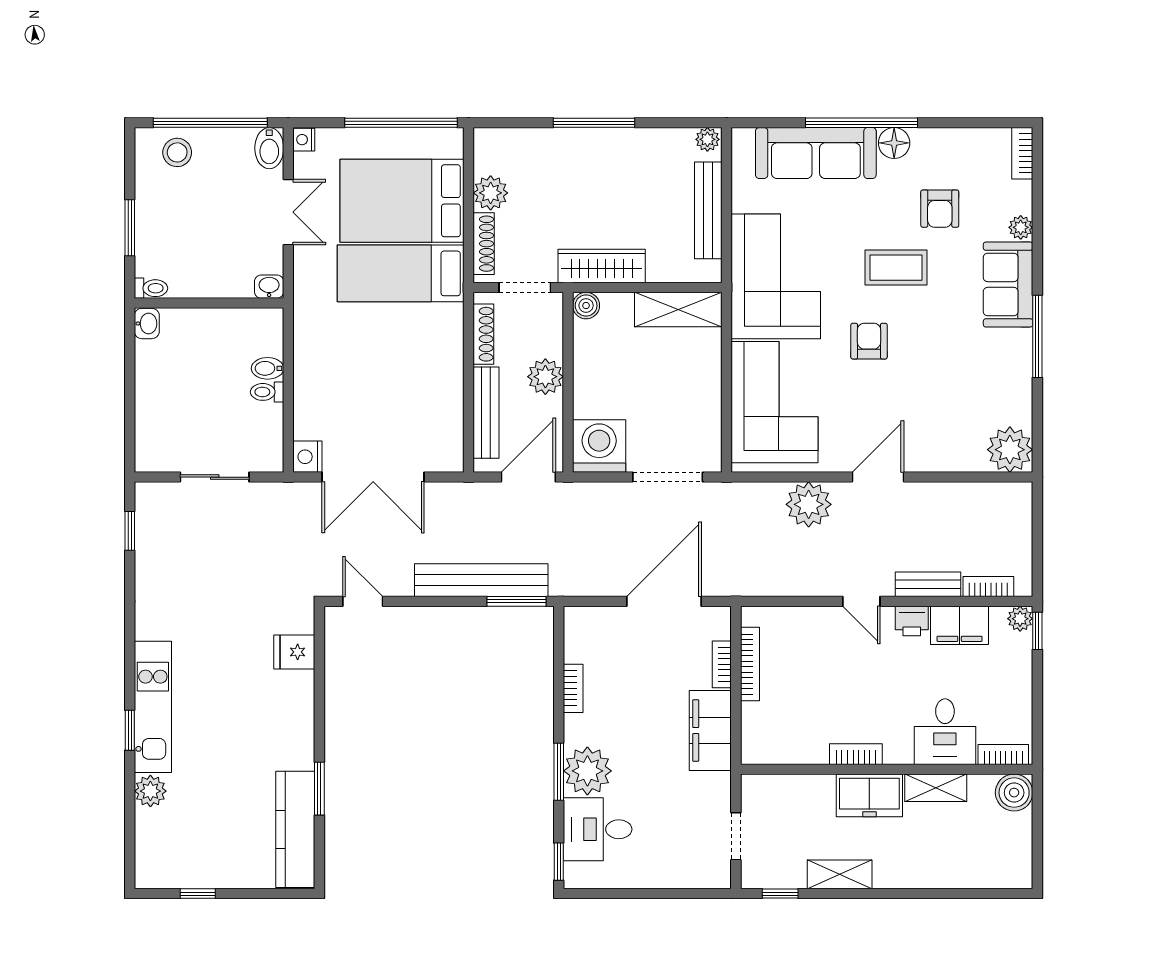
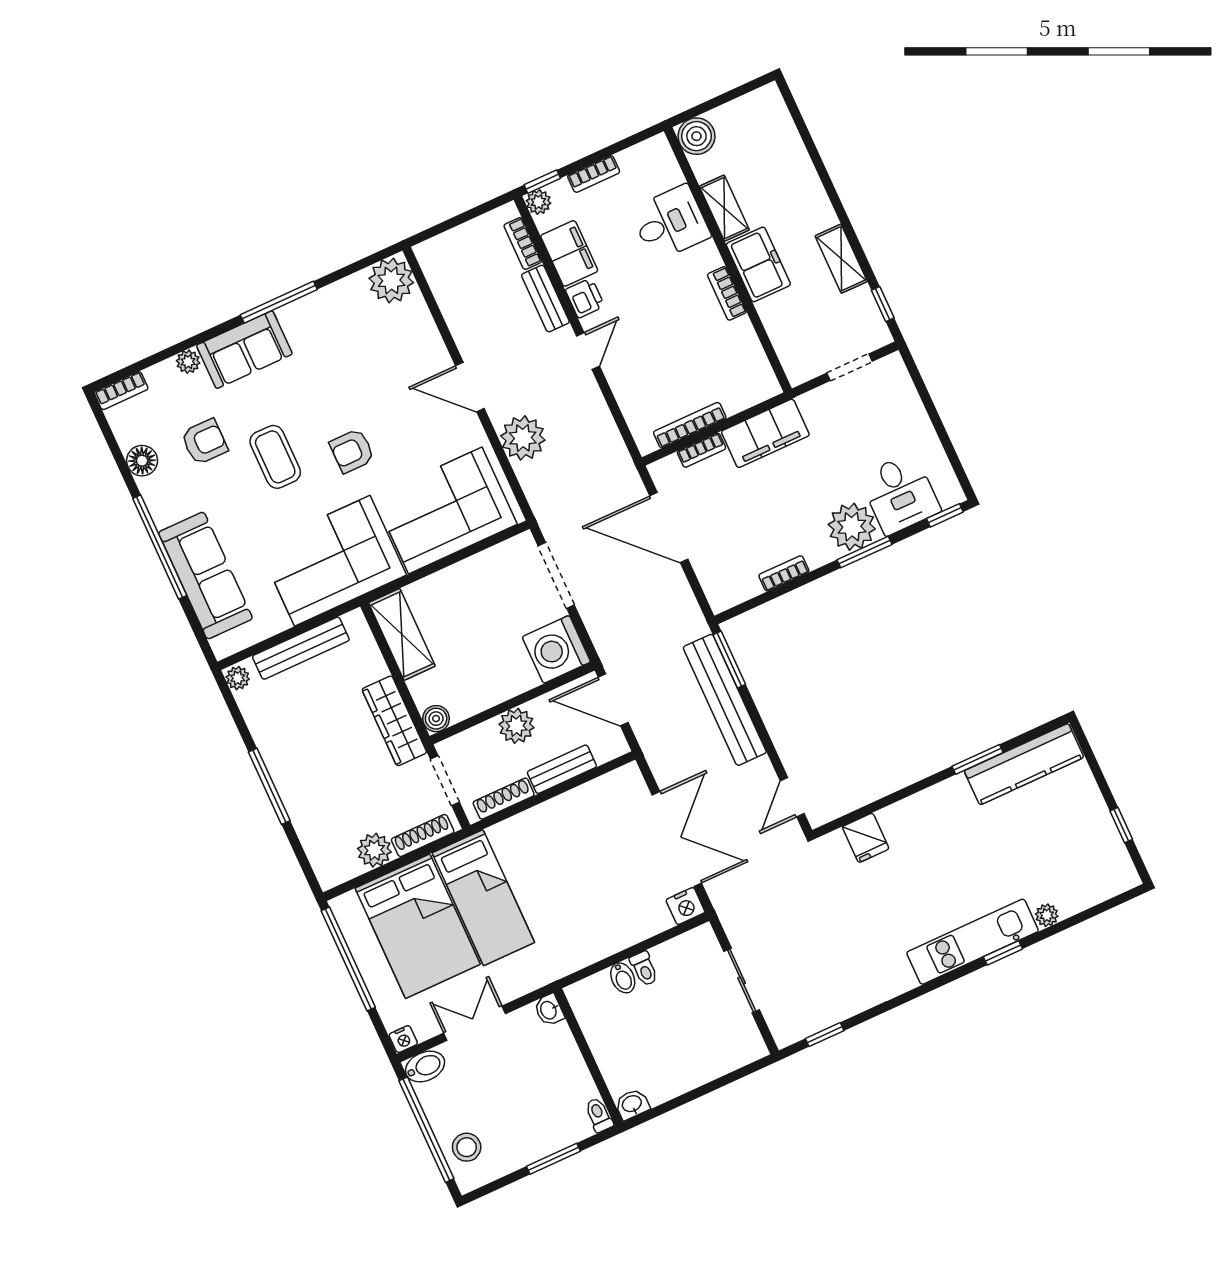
floor lamp: (894, 143) -> (142, 461), moved
bench: (486, 413) -> (562, 769), width x0.73
bookcase: (1003, 755) -> (594, 174), moved, turned -90
plant: (150, 791) -> (1047, 915), width x0.73, depth x0.73

